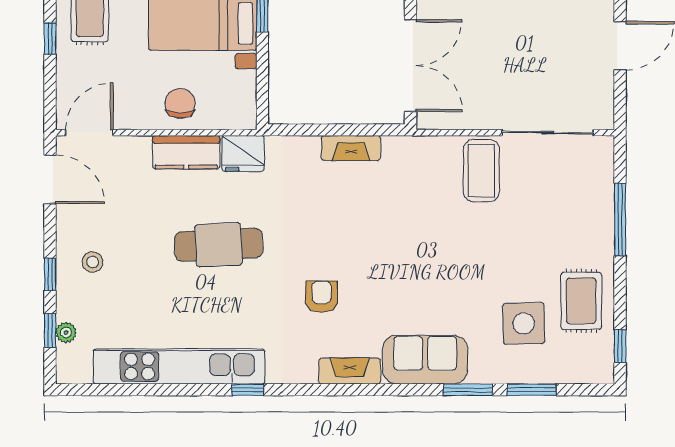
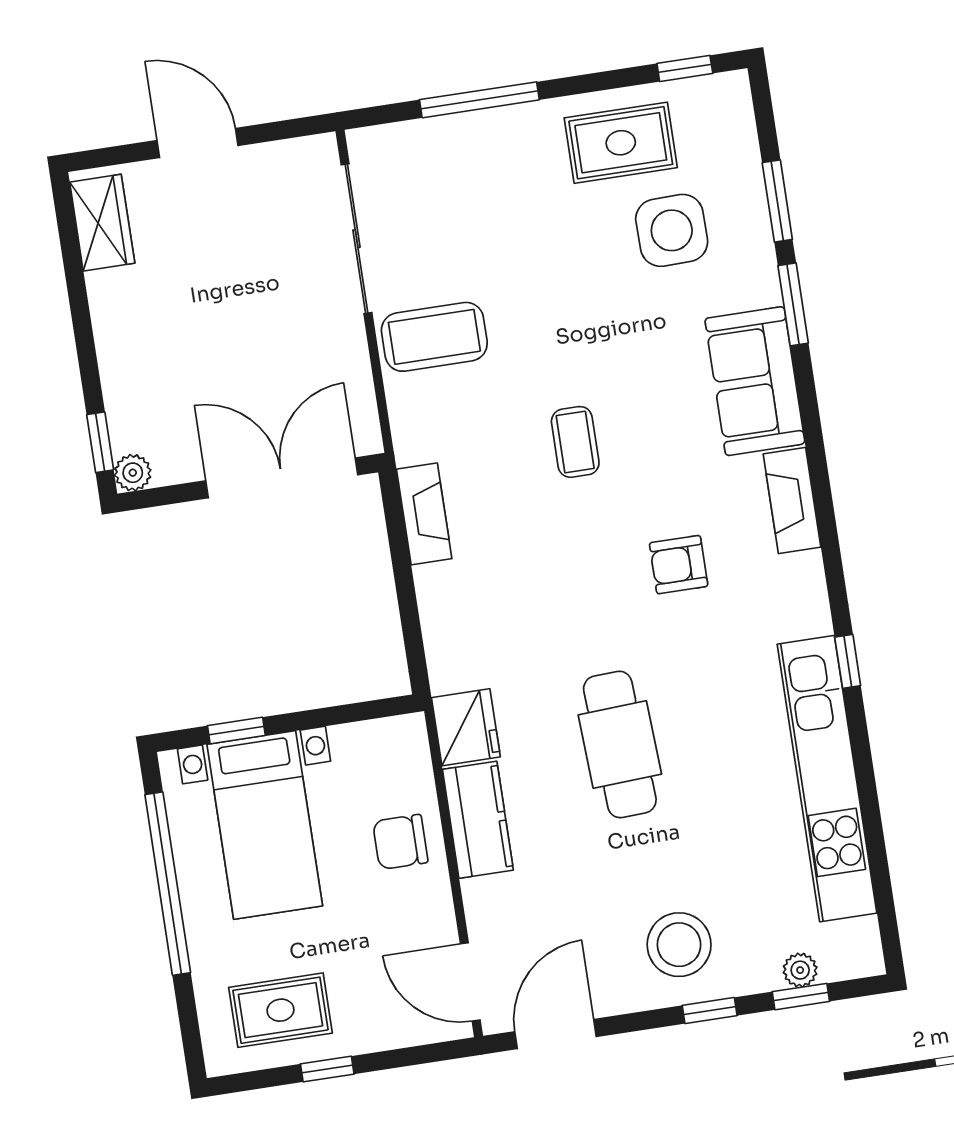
fireplace: (351, 148) -> (424, 514), moved
coffee table: (405, 246) -> (575, 442), added
stool: (93, 262) -> (679, 945), width x1.89, depth x1.89

